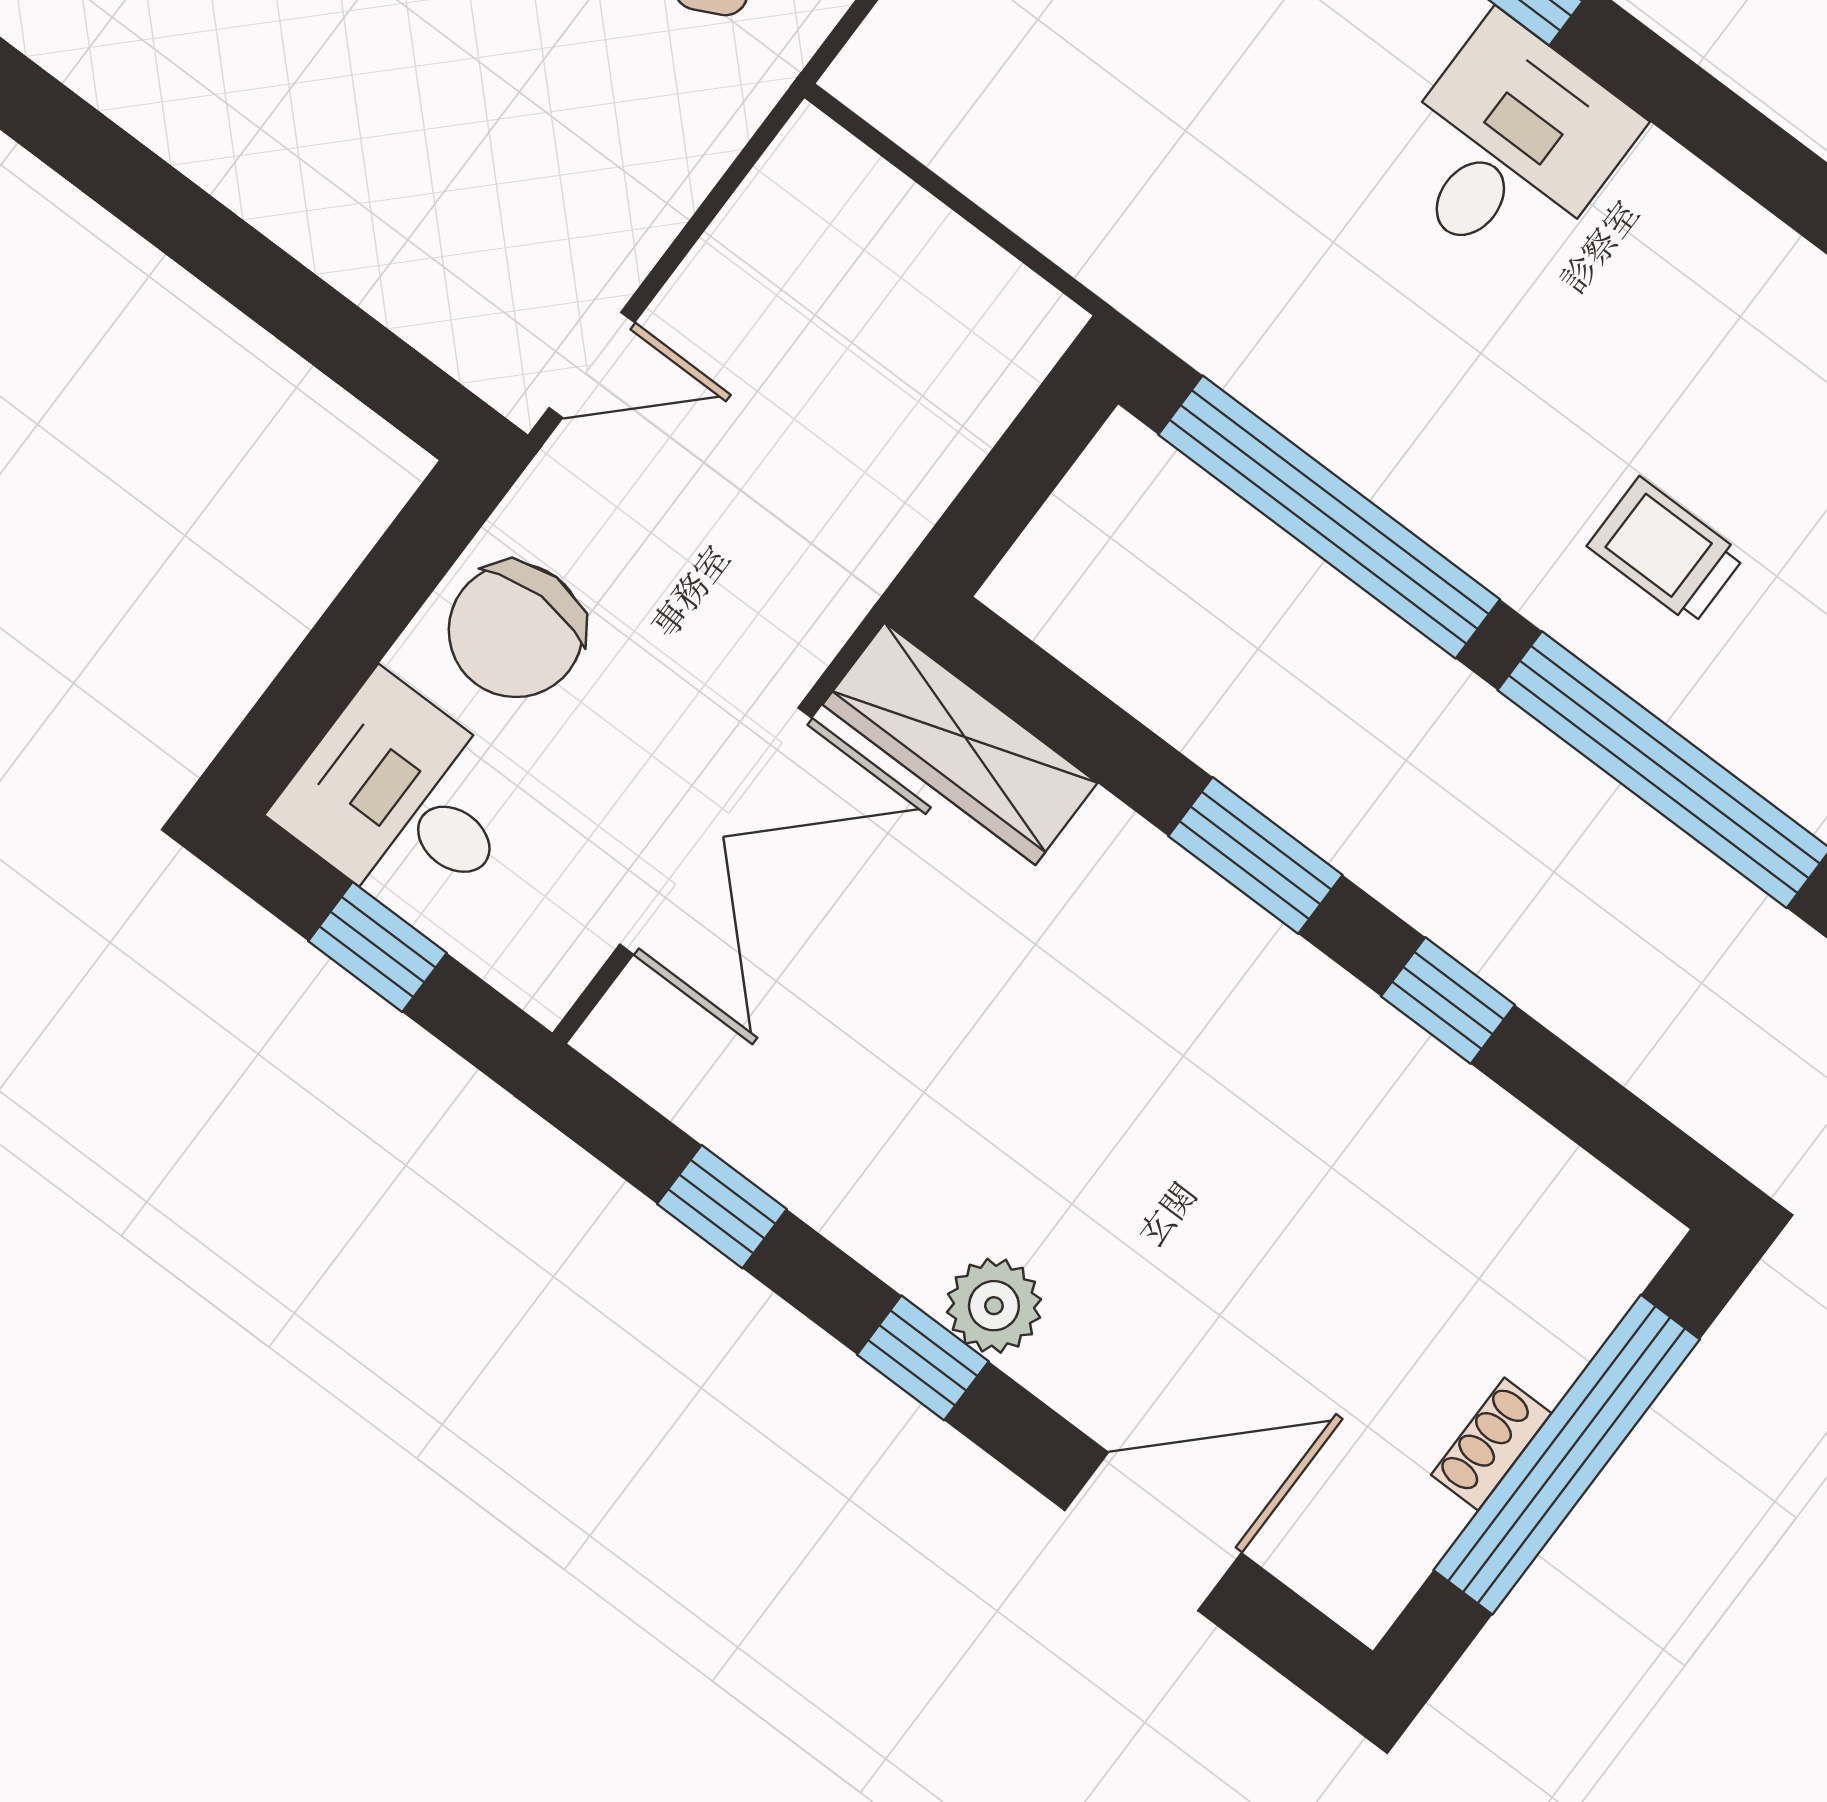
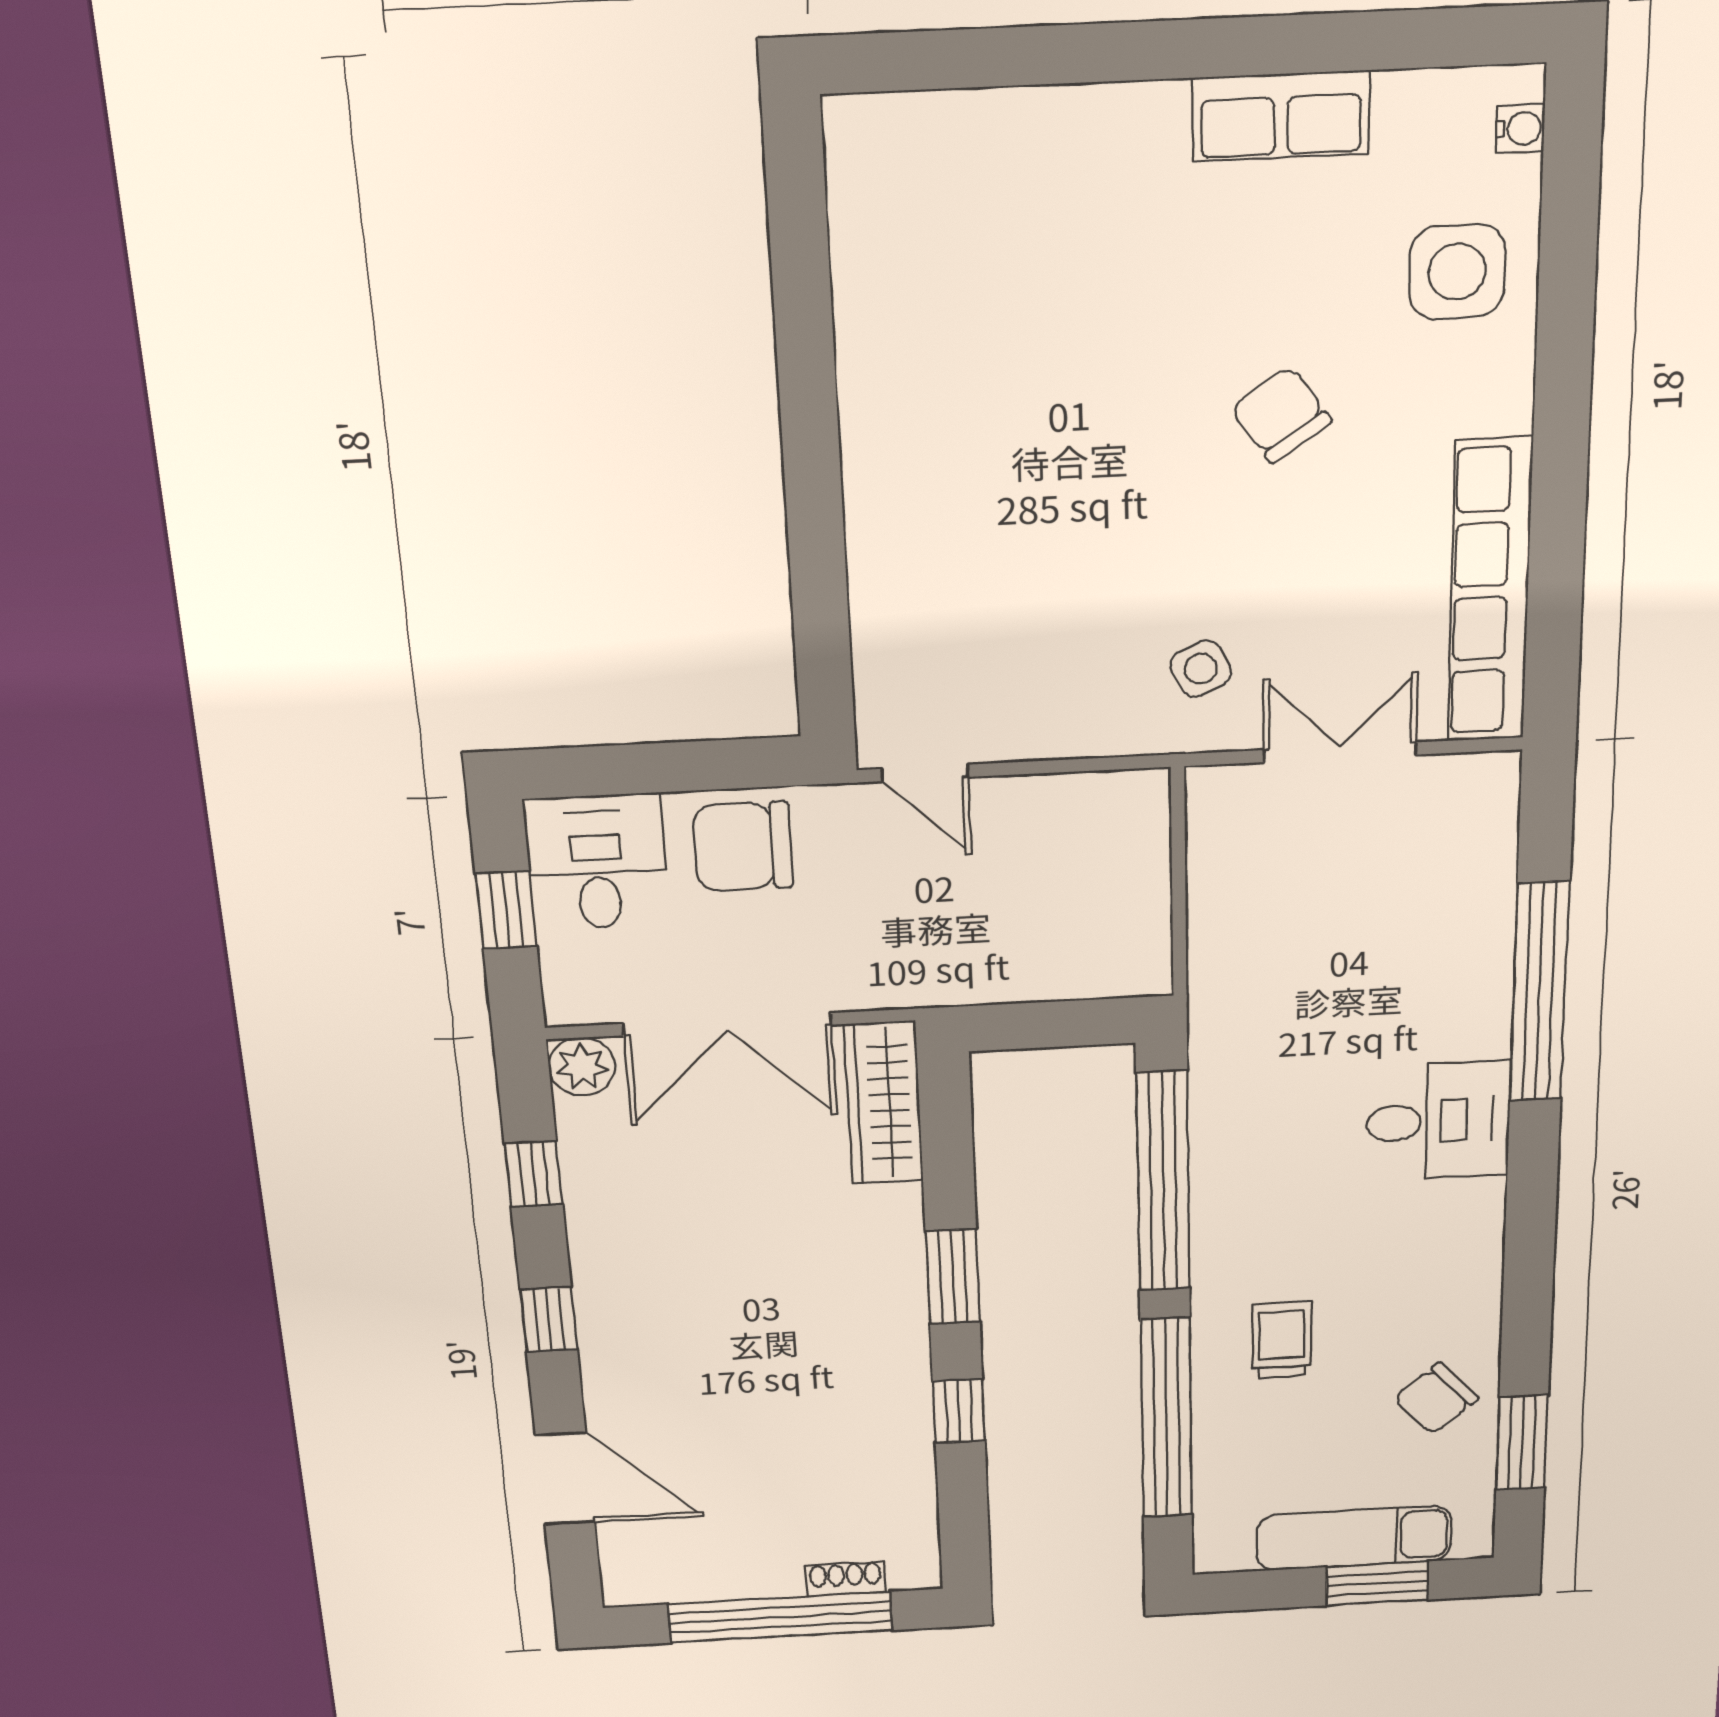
plant: (994, 1306) -> (582, 1067), moved
shoe rack: (1491, 1444) -> (846, 1579), moved

